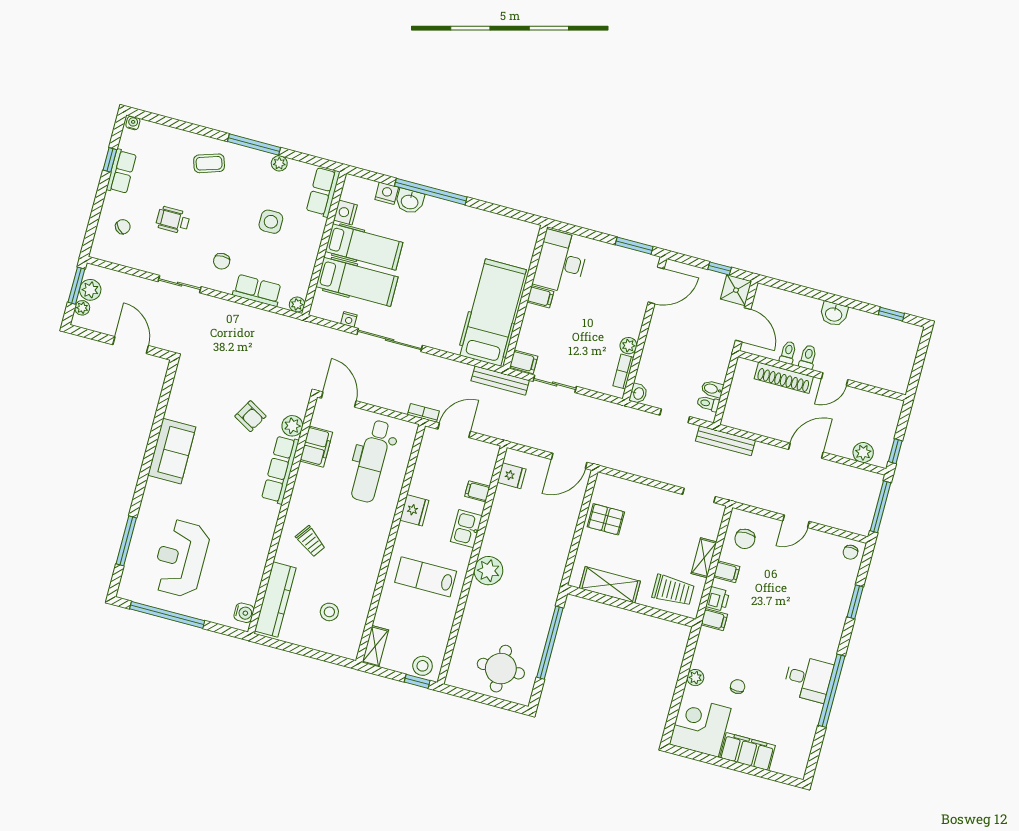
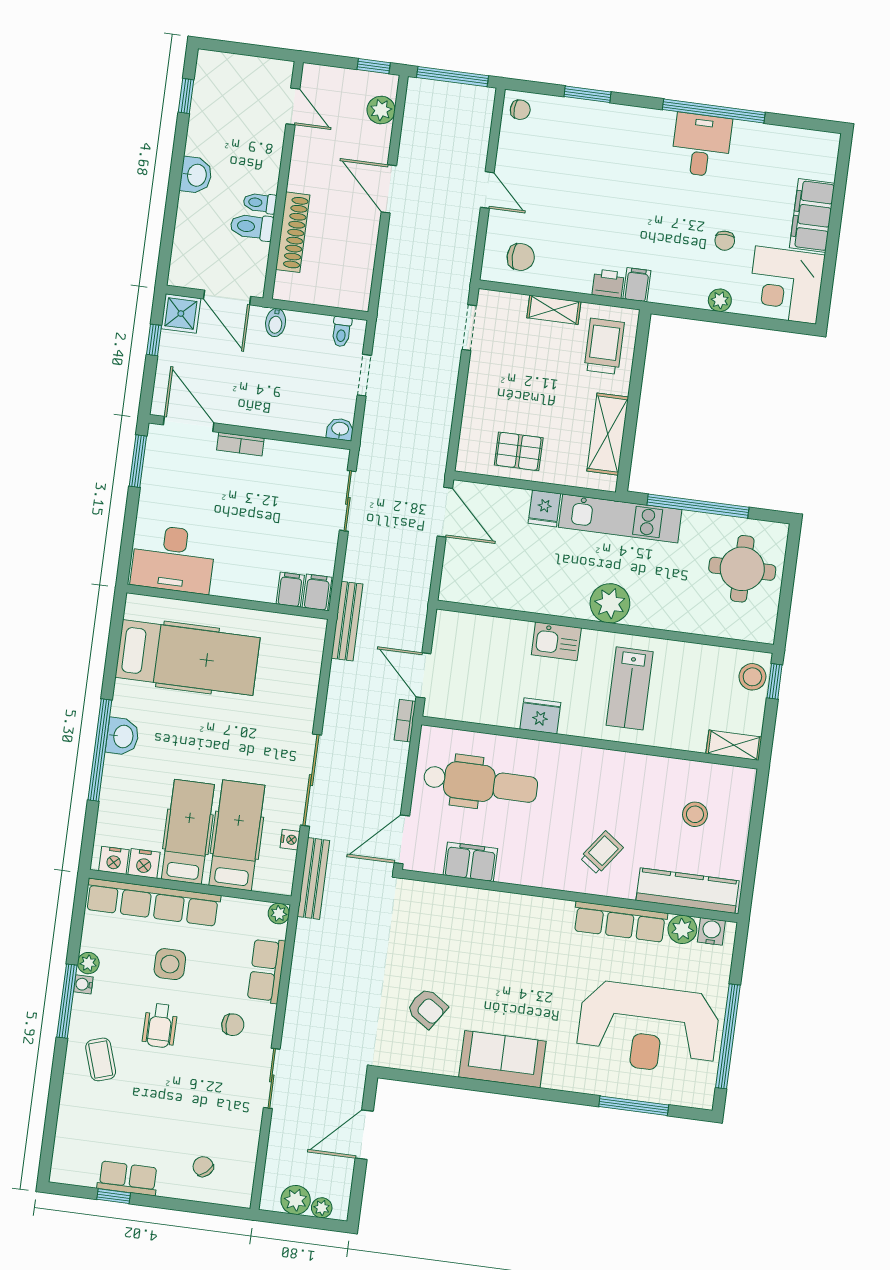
water cooler: (133, 123) -> (83, 984), moved
row of seats: (323, 192) -> (153, 902), width x2.02
nightstand: (387, 193) -> (114, 860), moved, turned -90
washbasin: (410, 201) -> (122, 736), moved
wheelchair: (173, 220) -> (160, 1026), moved
window: (76, 286) -> (292, 1220), removed
filing cabinet: (540, 297) -> (290, 590), moved
hospital bed: (493, 313) -> (188, 658), moved, turned 180
door: (743, 325) -> (227, 298), swing flipped
plant: (628, 346) -> (276, 451), removed
toilet: (788, 352) -> (252, 227), width x1.37, depth x1.39
bookcase: (623, 372) -> (240, 444), moved
door: (835, 379) -> (293, 106), moved
sliding door: (555, 384) -> (348, 501), moved
bidet: (712, 389) -> (276, 322), moved
armchair: (250, 416) -> (427, 1008), moved, turned 94
plant: (292, 426) -> (682, 929), moved
bench: (725, 441) -> (313, 878), moved
row of seats: (280, 470) -> (620, 922), moved
fridge: (512, 476) -> (544, 508), moved, turned 180
filing cabinet: (477, 491) -> (503, 633), removed
pallet: (606, 519) -> (519, 451), turned 90
reception desk: (181, 558) -> (648, 1028), width x1.36, depth x1.30
filing cabinet: (727, 572) -> (569, 276), removed
kitchen unit: (548, 586) -> (620, 518), added
chair: (738, 687) -> (725, 241), turned -92

